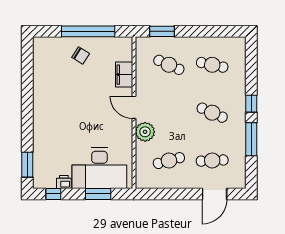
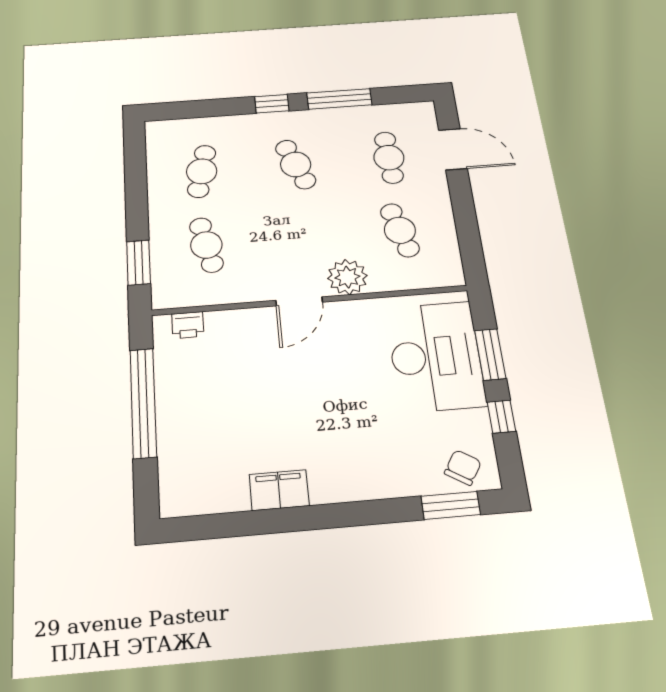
chair: (81, 55) -> (463, 468), moved
cafe table: (169, 65) -> (206, 245), turned -36
filing cabinet: (124, 75) -> (279, 490), moved, turned 180
cafe table: (212, 113) -> (296, 164), turned -45
printer: (64, 182) -> (188, 325), moved, turned -90
window: (53, 194) -> (501, 417), moved

